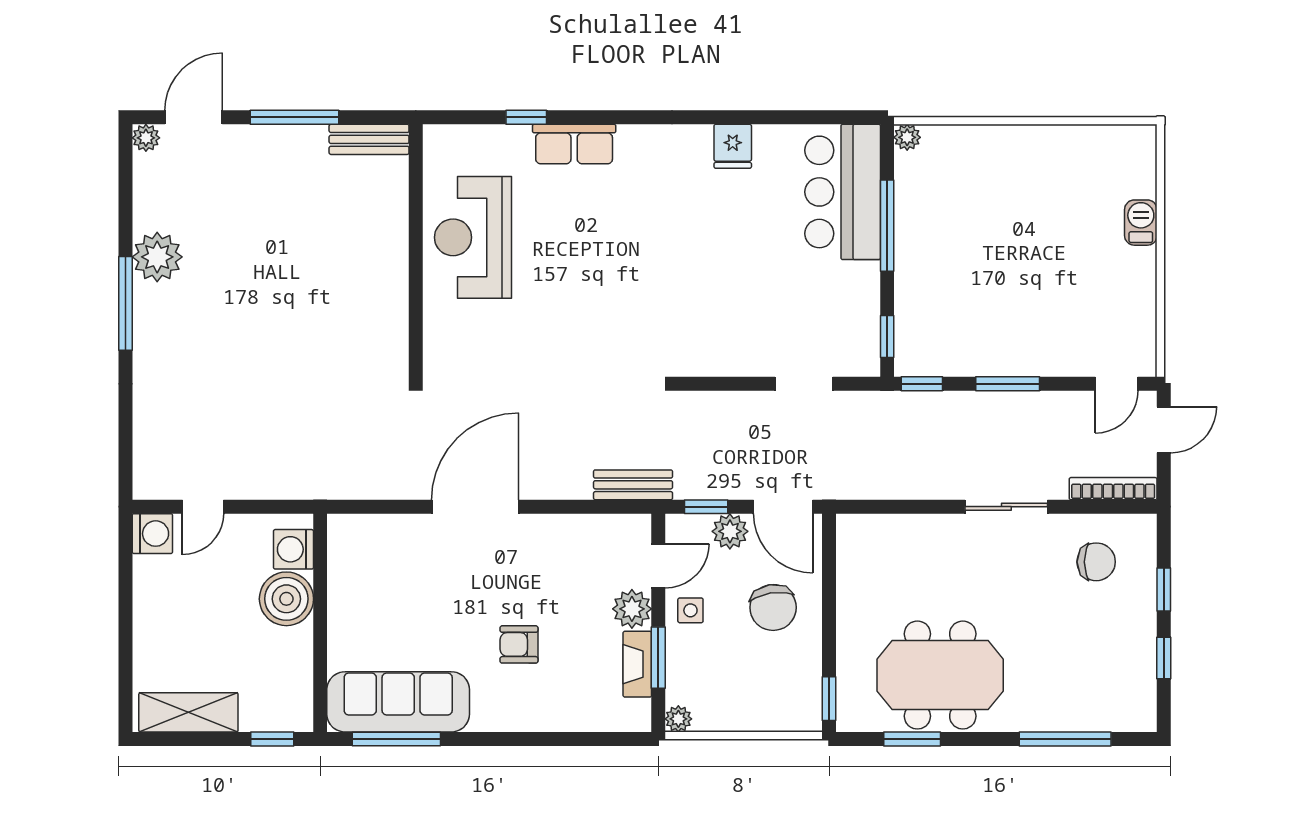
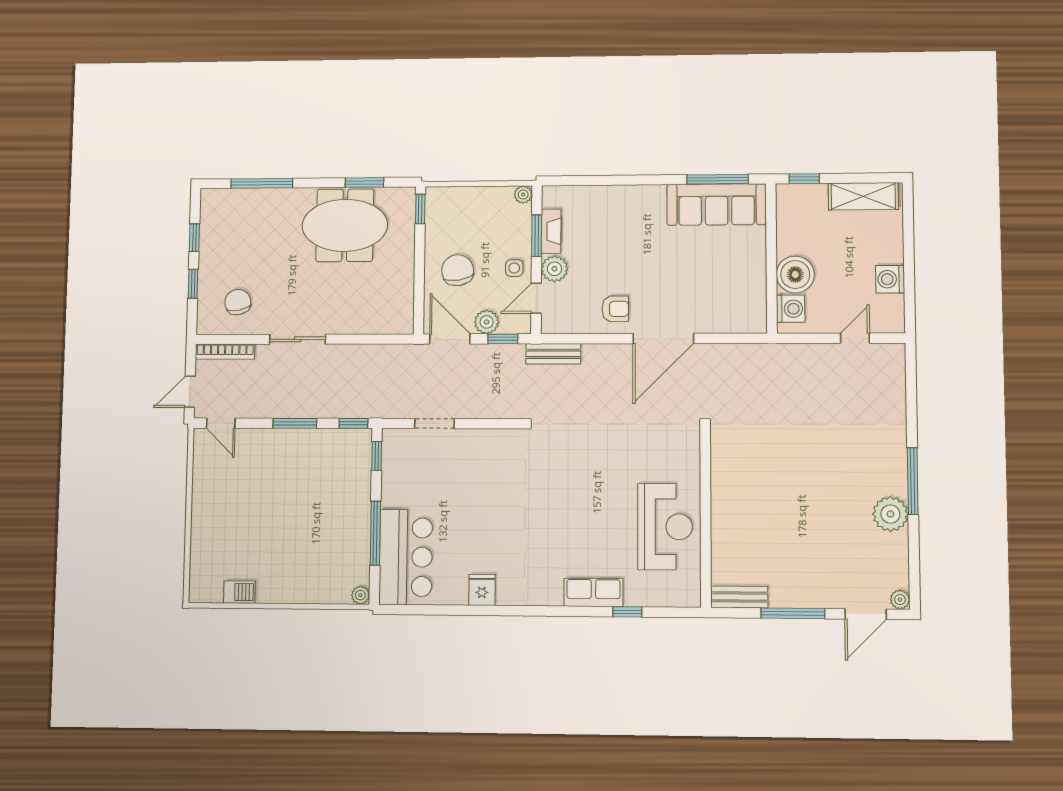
barbecue: (1141, 223) -> (239, 592), moved, turned -90
door: (1117, 384) -> (221, 423), swing flipped
washing machine: (152, 534) -> (890, 279), moved
chair: (1096, 562) -> (238, 302), turned 79
armchair: (519, 644) -> (615, 309), moved

